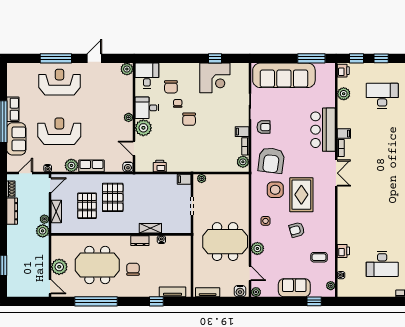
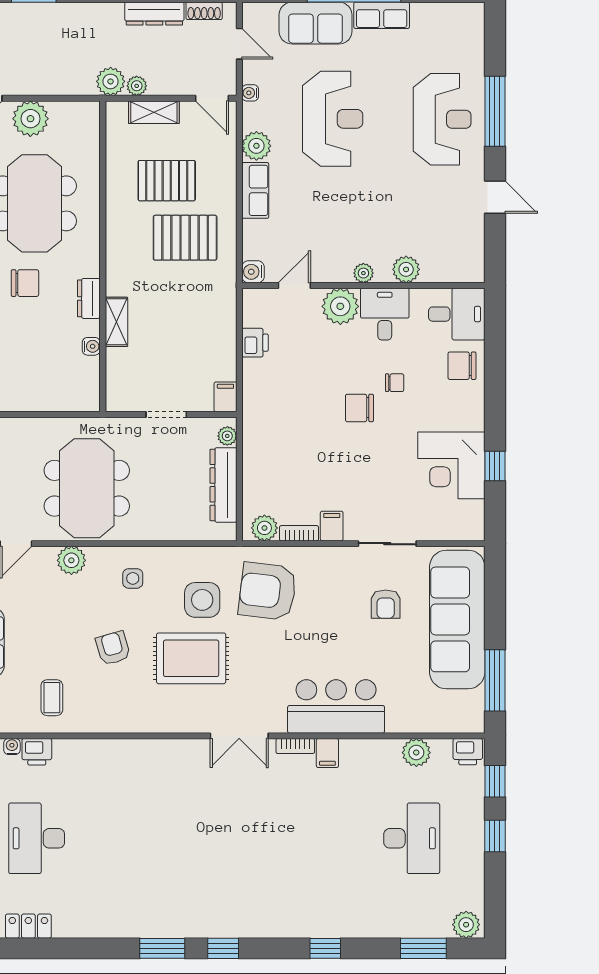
plant: (127, 69) -> (406, 269), moved
chair: (171, 87) -> (462, 366), moved
armchair: (264, 127) -> (386, 604), moved
dresser: (224, 180) -> (223, 485), added
printer: (343, 251) -> (37, 752), moved

